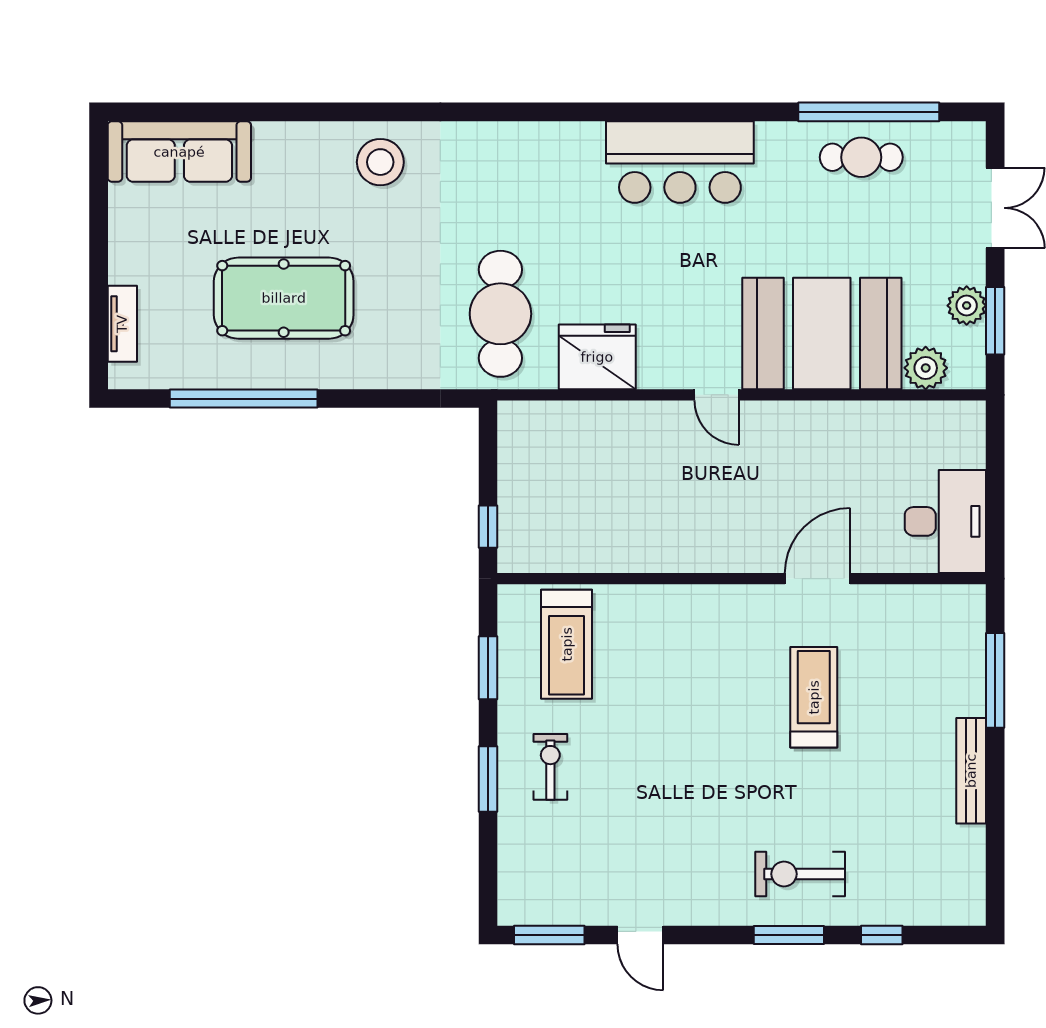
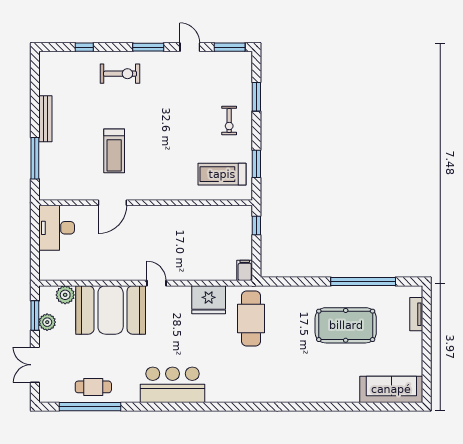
stool: (380, 162) -> (303, 385), removed
filing cabinet: (515, 424) -> (245, 270), added
treadmill: (567, 644) -> (222, 174), turned -90
window: (488, 779) -> (256, 97), moved
window: (789, 935) -> (148, 47), moved

